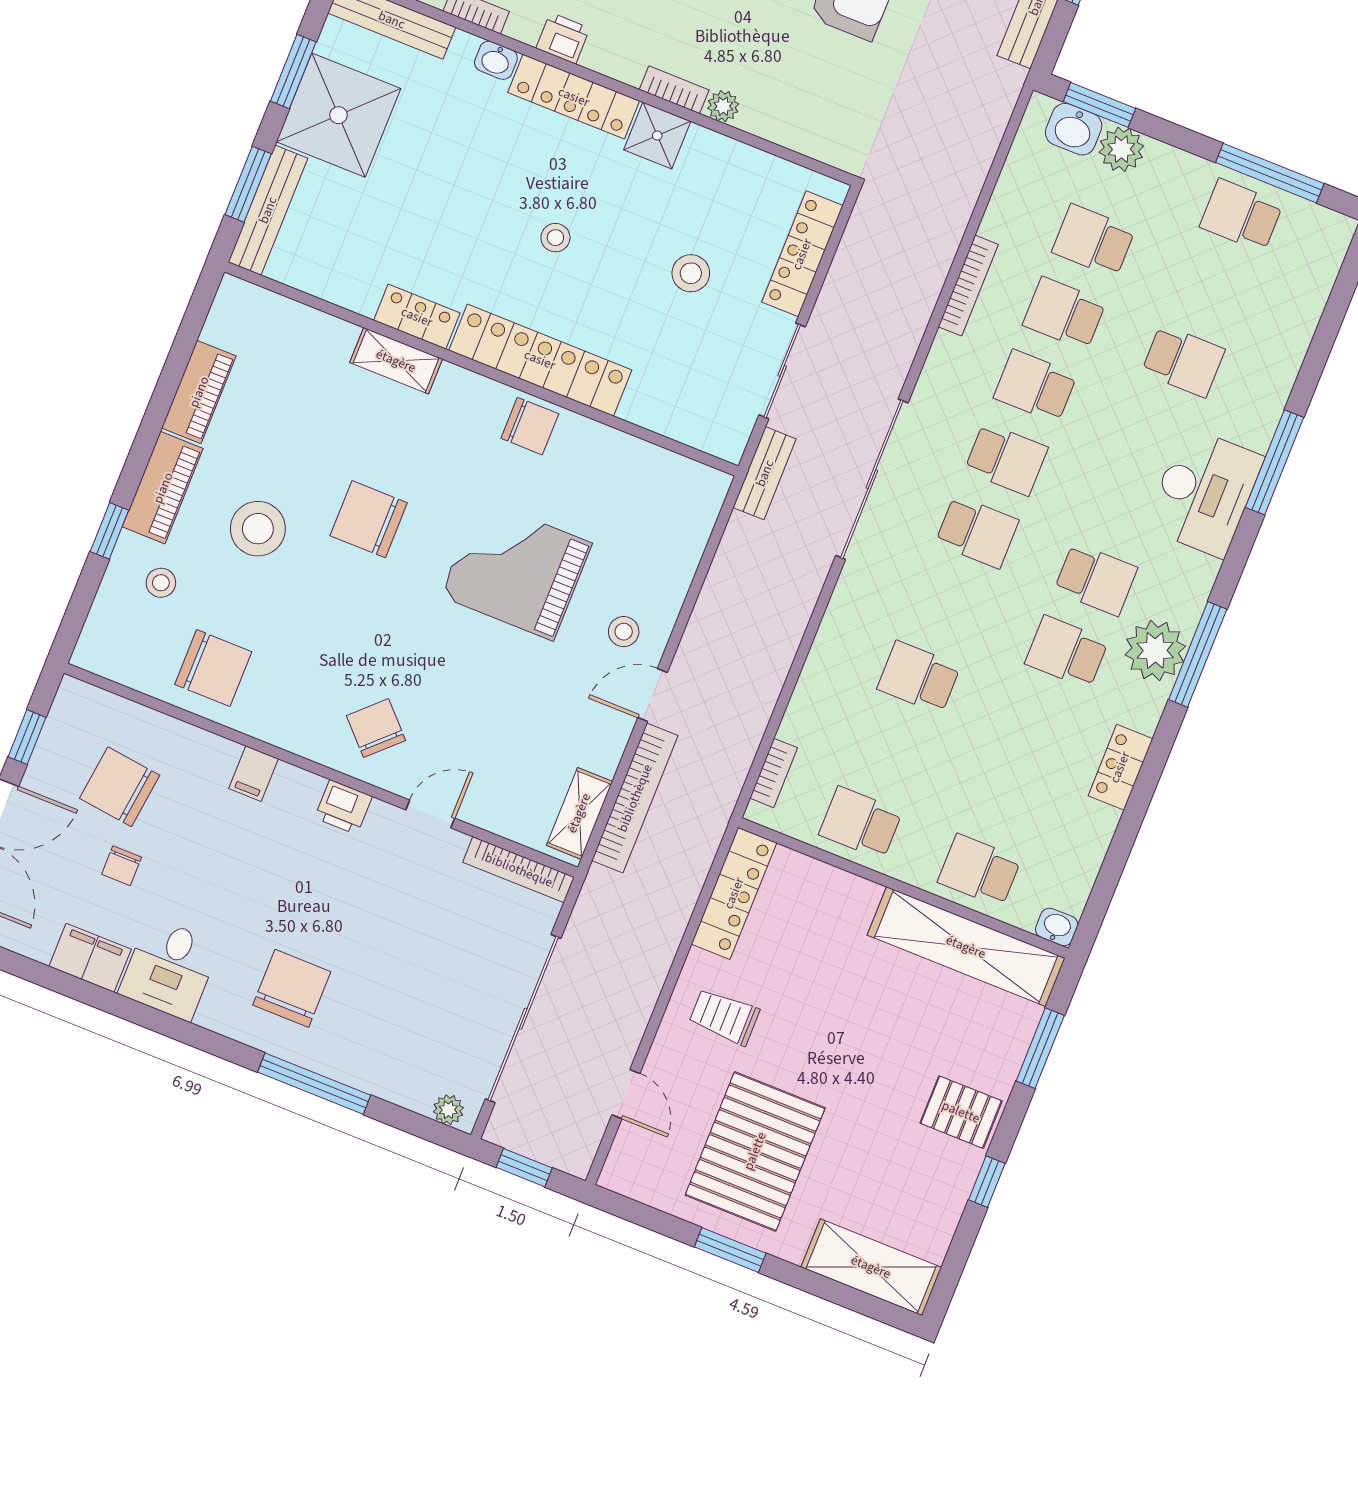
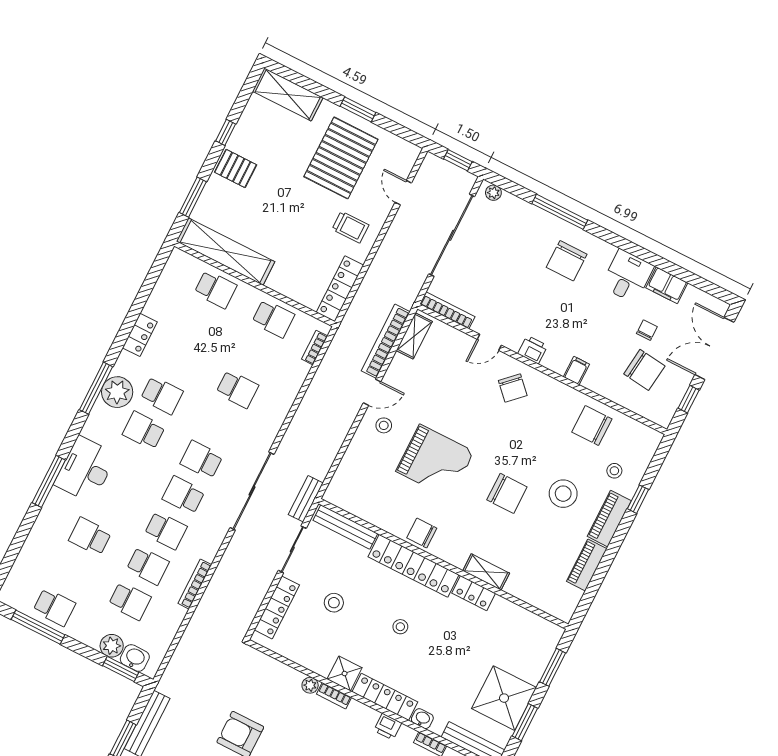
bench: (268, 210) -> (345, 527), moved, turned 90
washbasin: (1057, 927) -> (179, 257), removed

